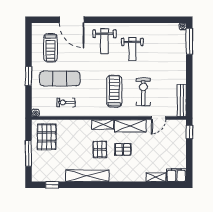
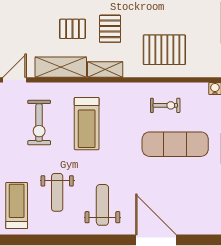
treadmill: (51, 48) -> (17, 206), moved
weight bench: (132, 49) -> (57, 192), turned 180
pallet: (47, 137) -> (164, 50), moved, turned 90

